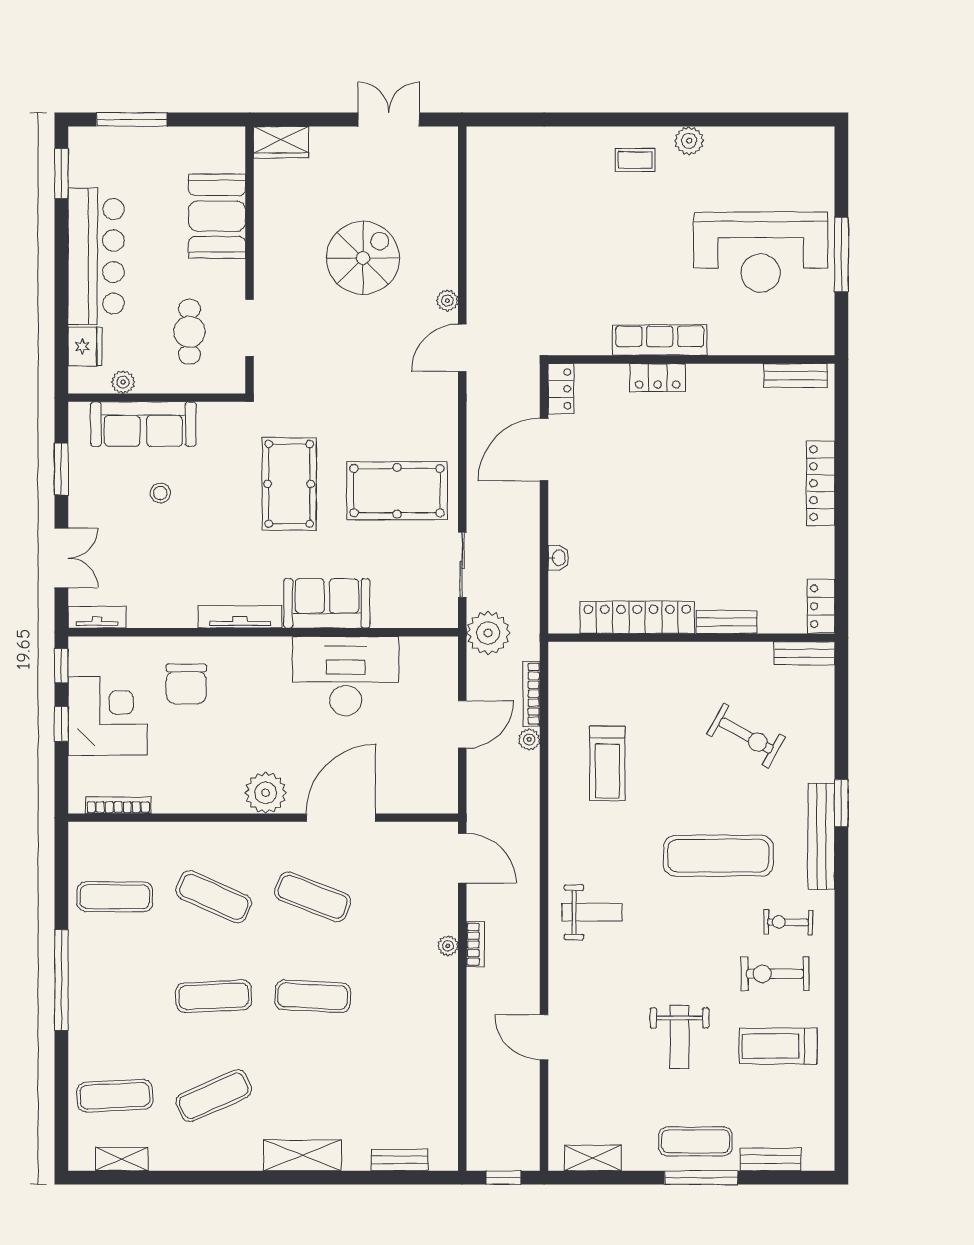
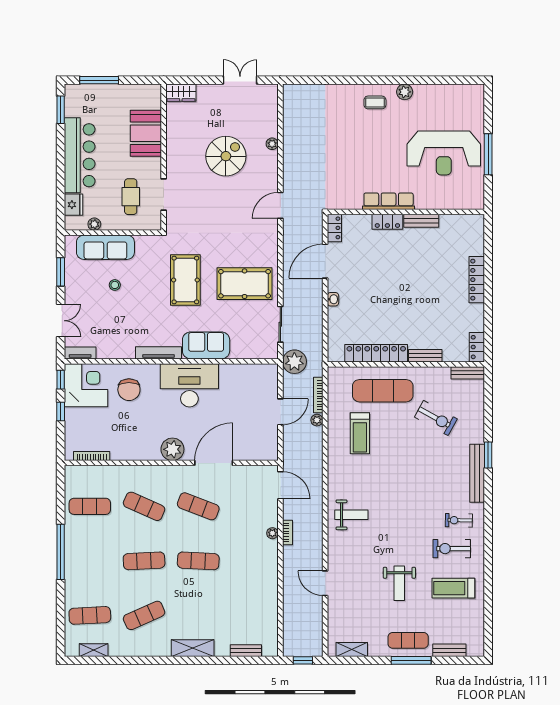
plant: (447, 301) -> (272, 144), moved
bench: (796, 376) -> (421, 221), moved
washbasin: (558, 558) -> (333, 299), moved
desk: (346, 676) -> (189, 385), moved
corner desk: (108, 716) -> (86, 385), moved
exercise mat: (718, 856) -> (383, 391), moved

